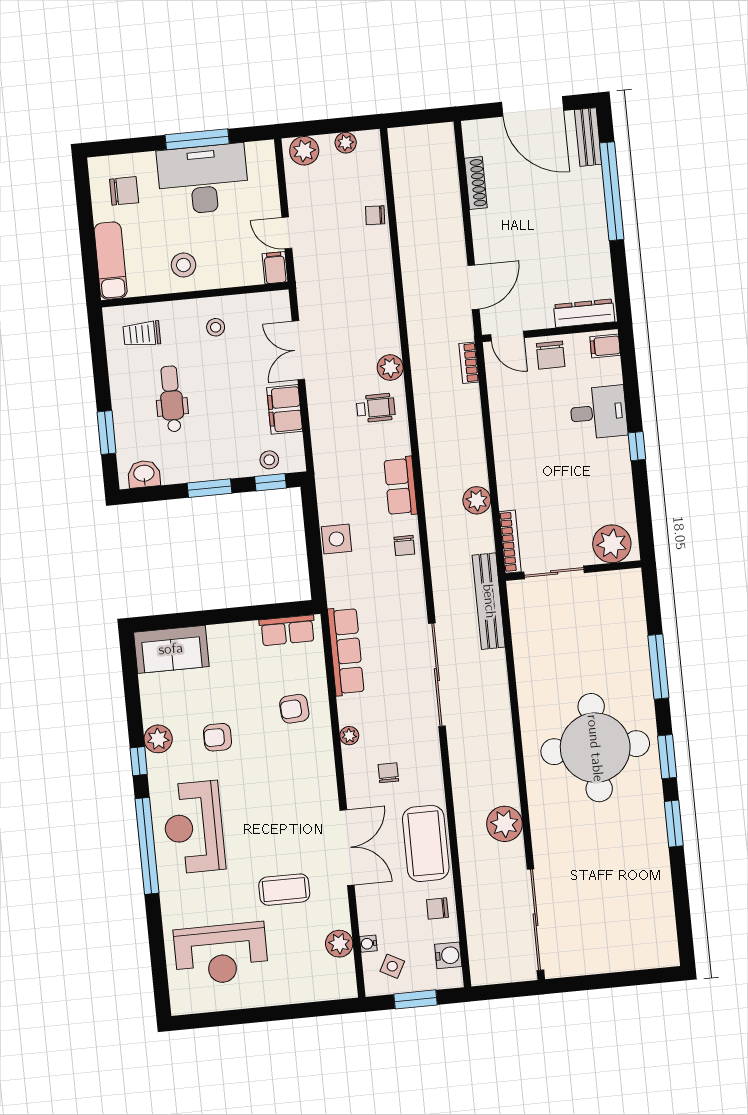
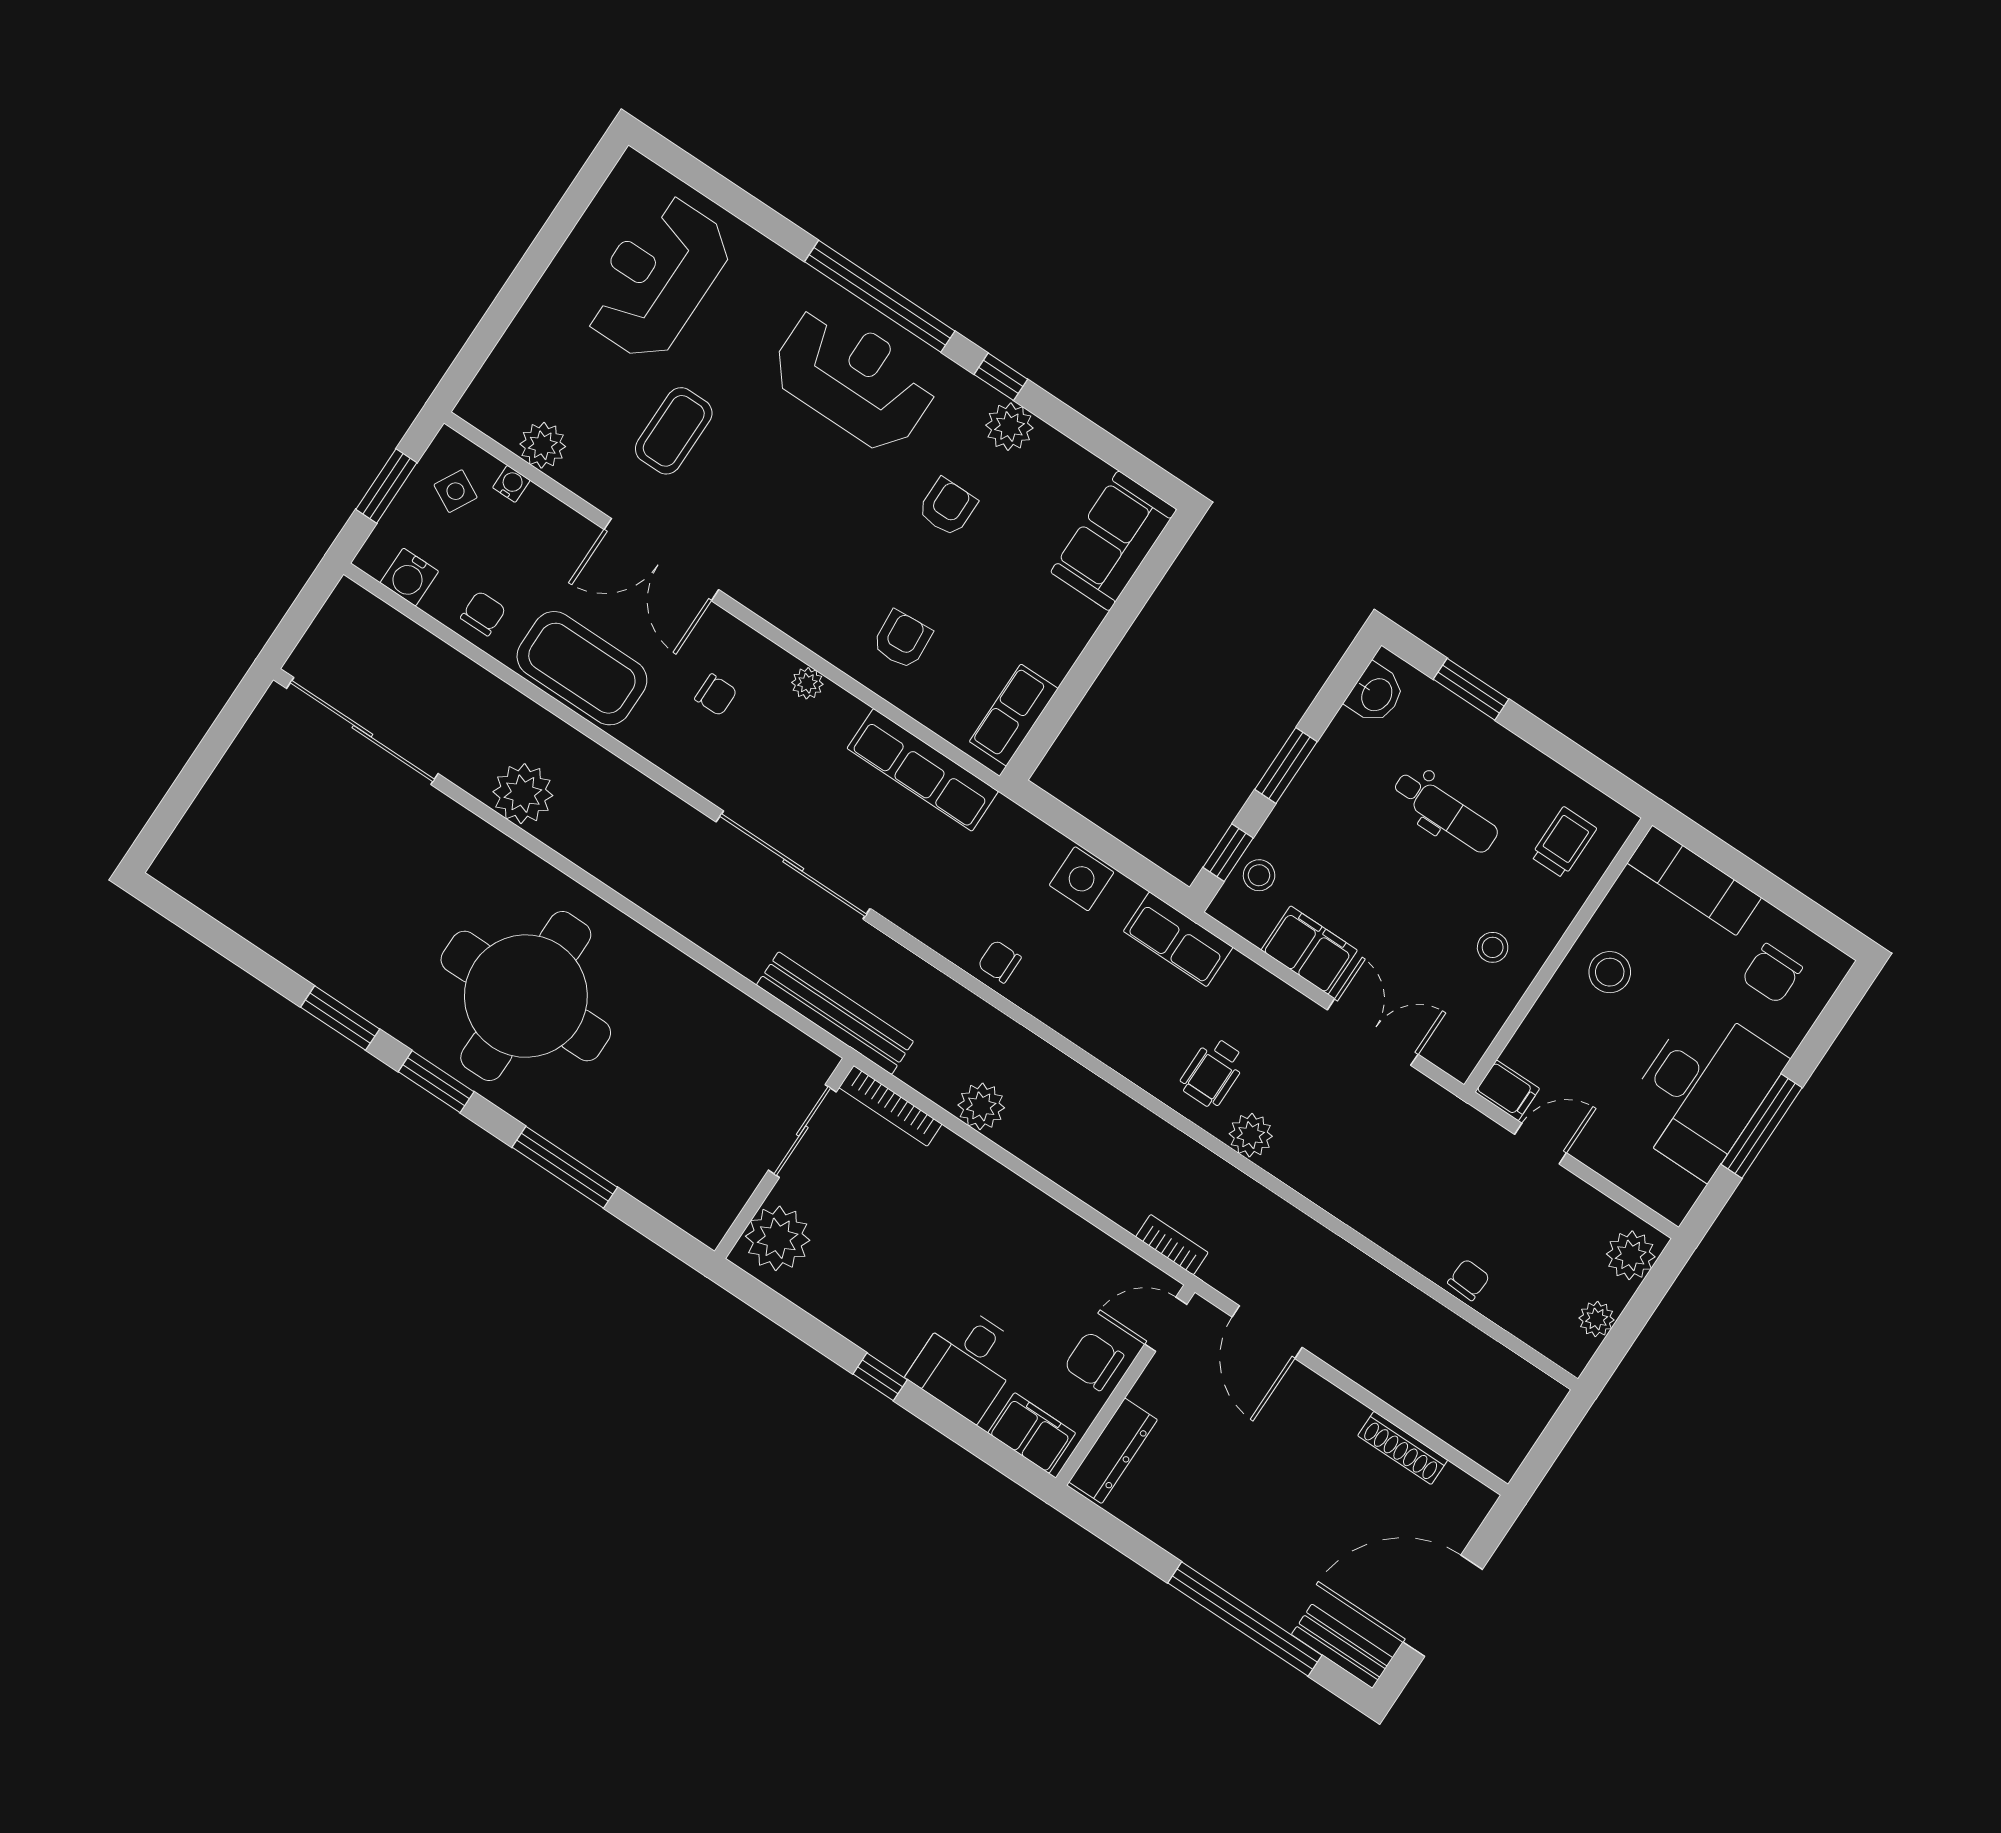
filing cabinet: (605, 346) -> (1032, 1433), width x2.00
row of seats: (401, 486) -> (1178, 939), moved, turned 180

